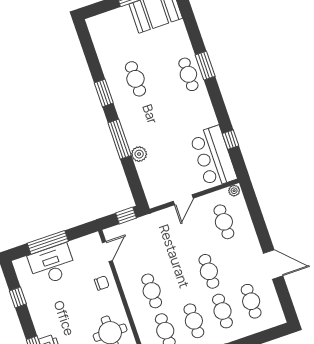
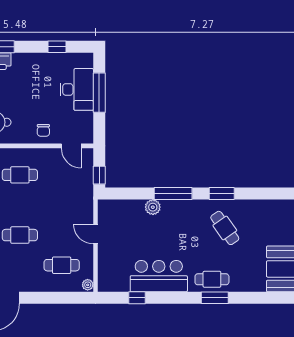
cafe table: (135, 79) -> (225, 228), turned 55
bar counter: (213, 157) -> (159, 276), moved

